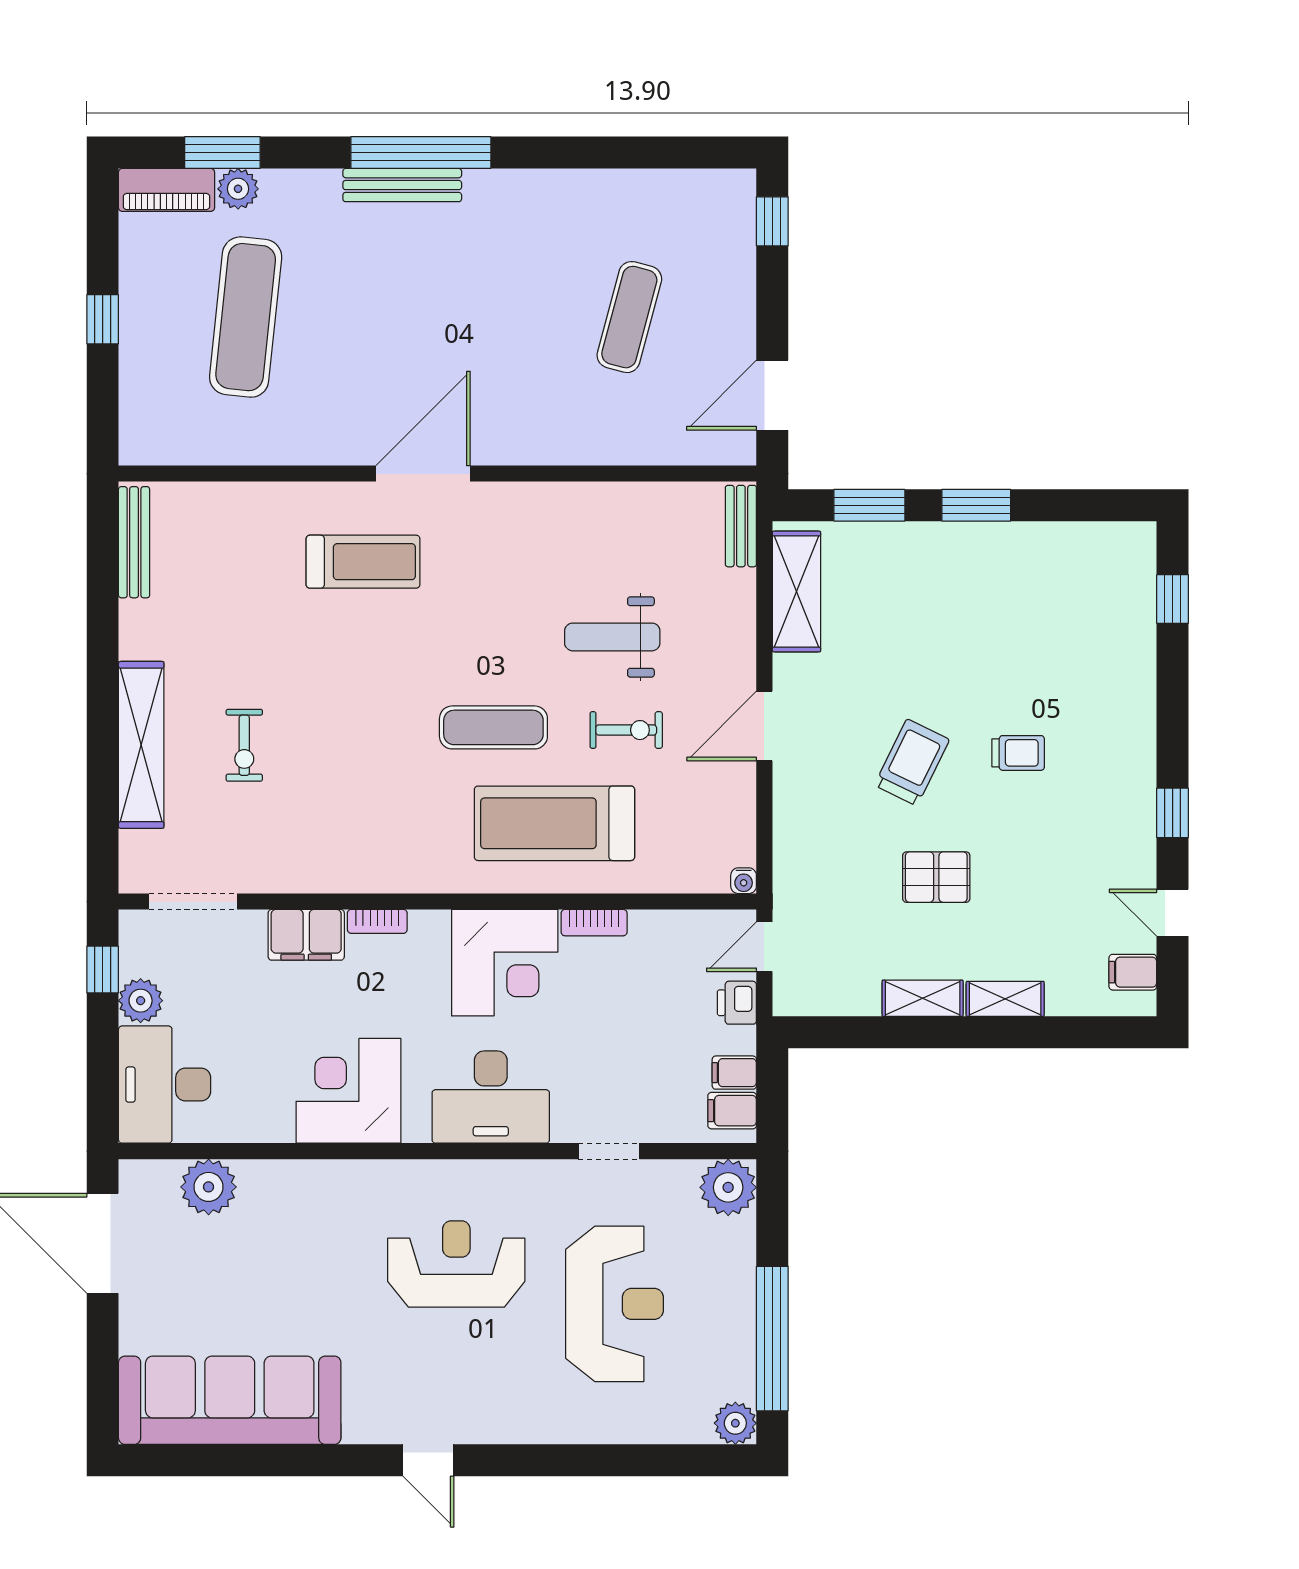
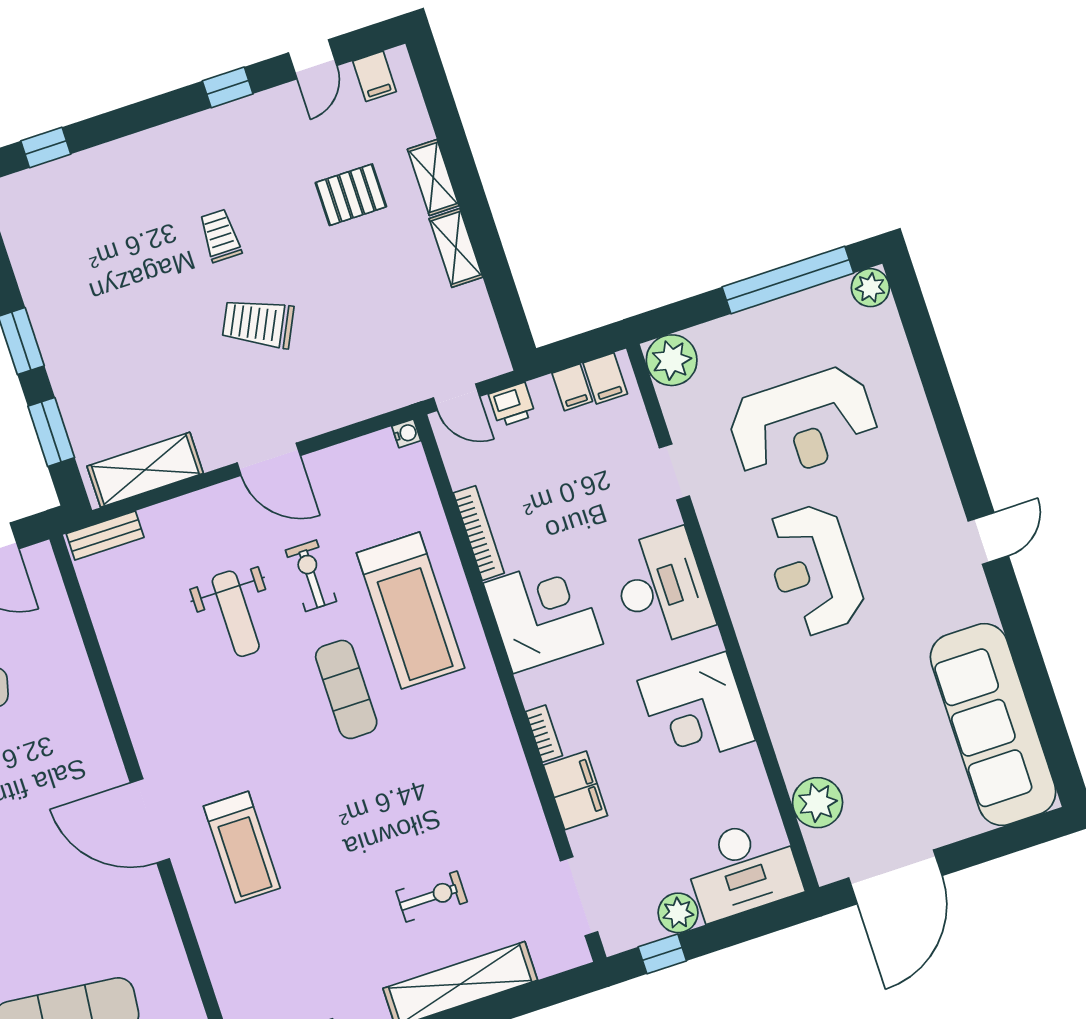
treadmill: (363, 562) -> (242, 847), turned 180
pallet: (936, 877) -> (351, 195), moved, turned 90
bookcase: (594, 923) -> (479, 533), width x1.56
reception desk: (614, 1304) -> (803, 424), turned 180

